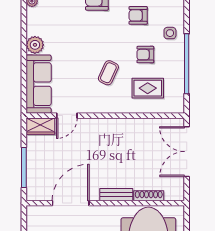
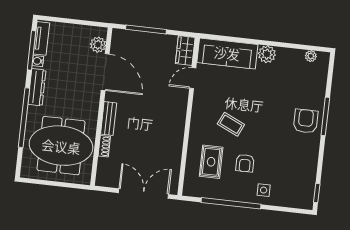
armchair: (138, 15) -> (285, 160), removed
armchair: (145, 55) -> (245, 163), turned 180
door: (67, 116) -> (193, 78), hinge flipped
shoe rack: (149, 196) -> (104, 146), width x0.70
plant: (44, 213) -> (98, 45), added

